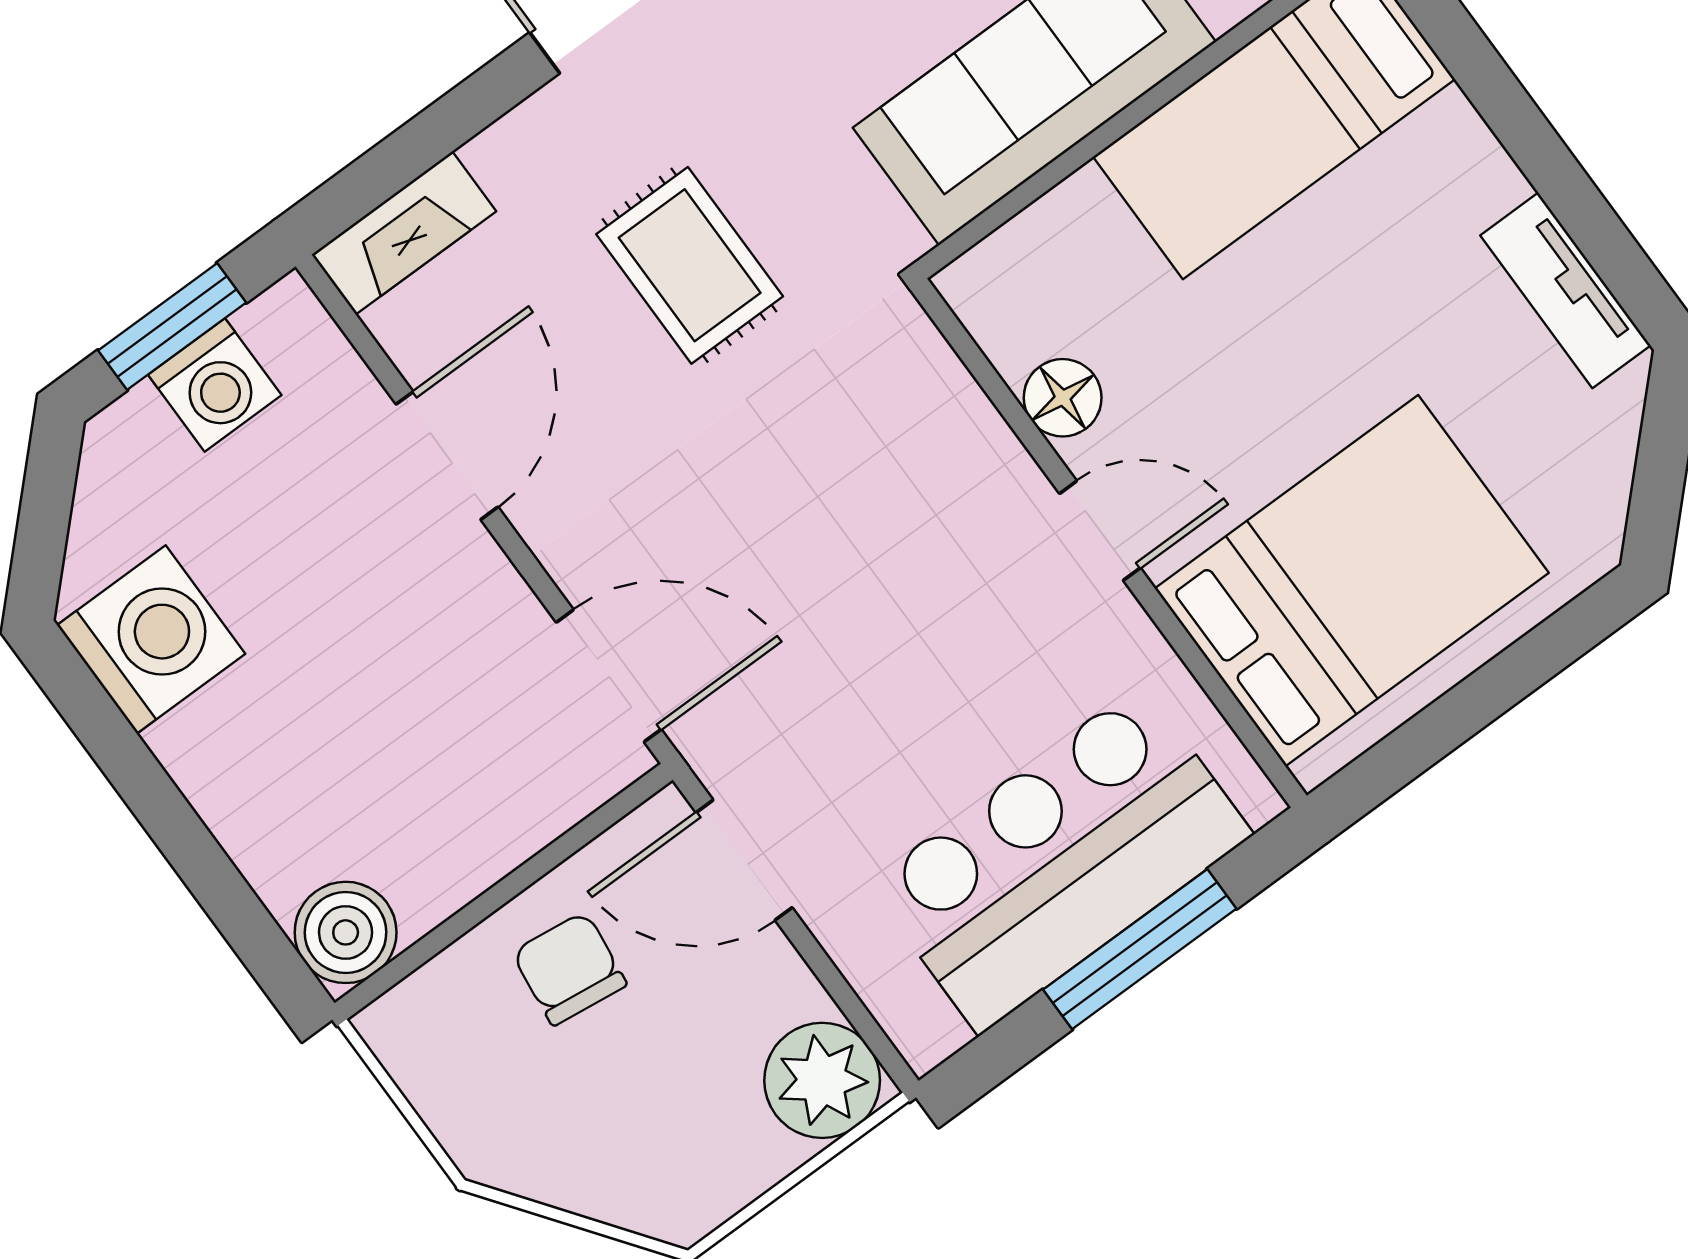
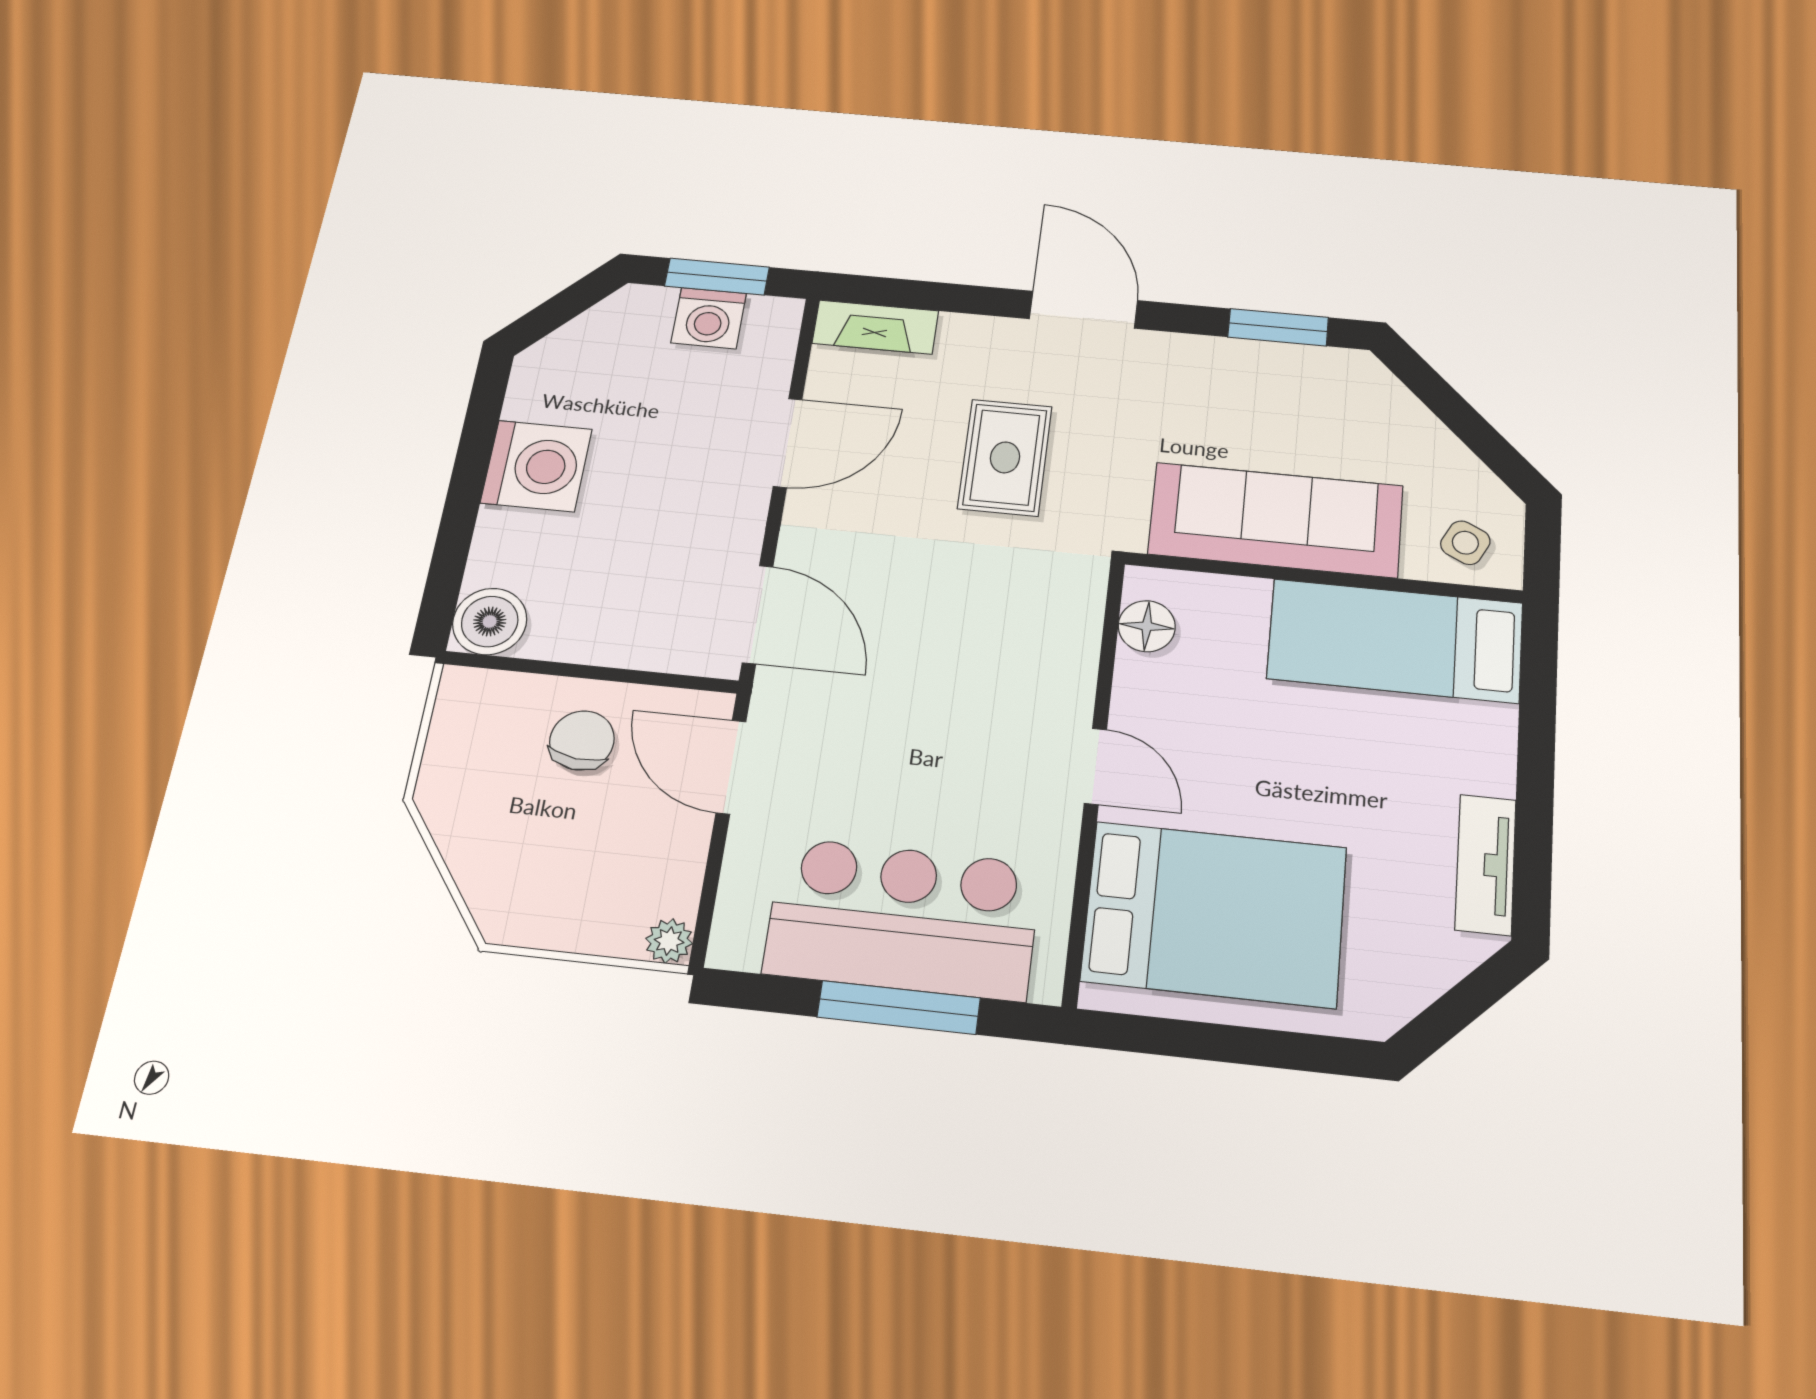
floor lamp: (1063, 398) -> (1147, 626), moved
washing machine: (151, 640) -> (536, 466), moved
plant: (822, 1080) -> (669, 941), width x0.53, depth x0.53

